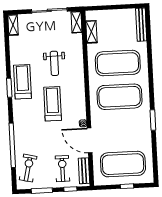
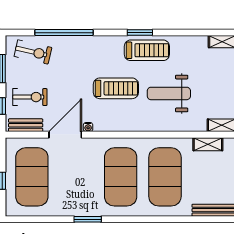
weight bench: (54, 63) -> (169, 93), width x1.36, depth x1.33

